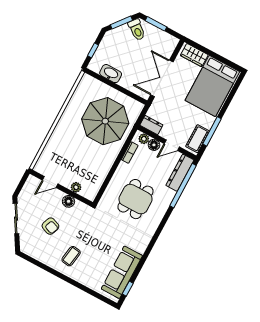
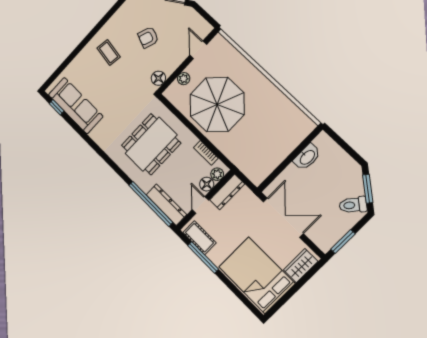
window: (156, 24) -> (343, 241), moved
window: (93, 50) -> (342, 144), removed
parasol: (105, 121) -> (217, 105), moved
dresser: (151, 125) -> (227, 192), width x1.44
dining table: (136, 199) -> (151, 144), width x1.38
floor lamp: (68, 201) -> (158, 78), moved

